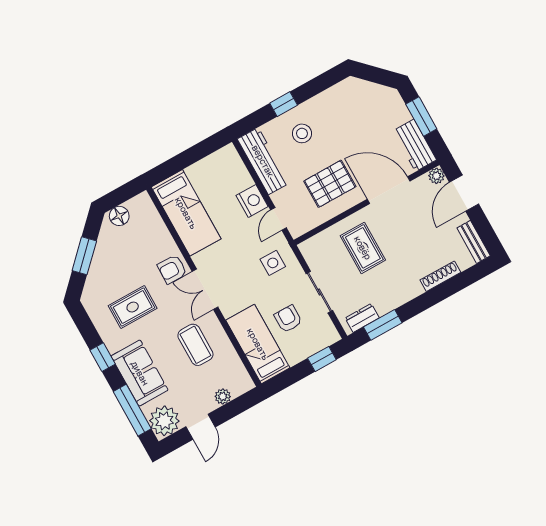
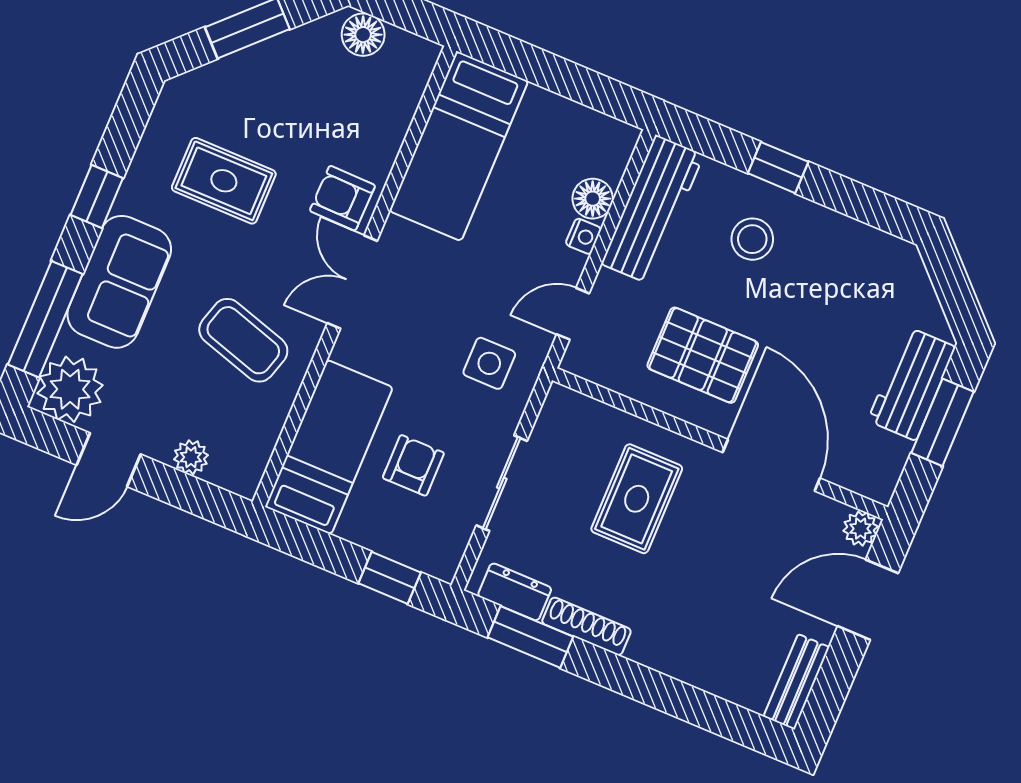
workbench: (415, 145) -> (912, 384), moved
floor lamp: (243, 179) -> (593, 199), added
nightstand: (252, 201) -> (583, 236), width x0.53, depth x0.56
shoe rack: (440, 276) -> (586, 626), moved
coffee table: (195, 345) -> (243, 340), turned -73

